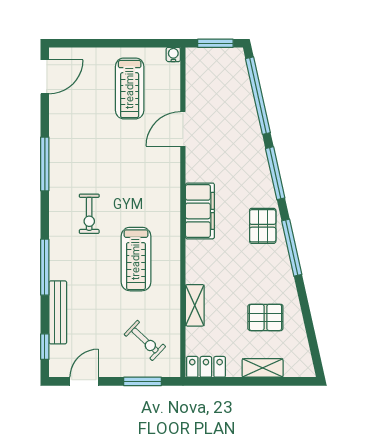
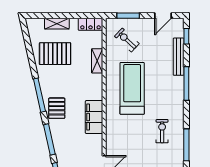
exercise bike: (89, 214) -> (162, 131), moved
treadmill: (136, 259) -> (132, 88), width x1.37, depth x1.38
pallet: (265, 317) -> (55, 54), width x1.50, depth x1.42

